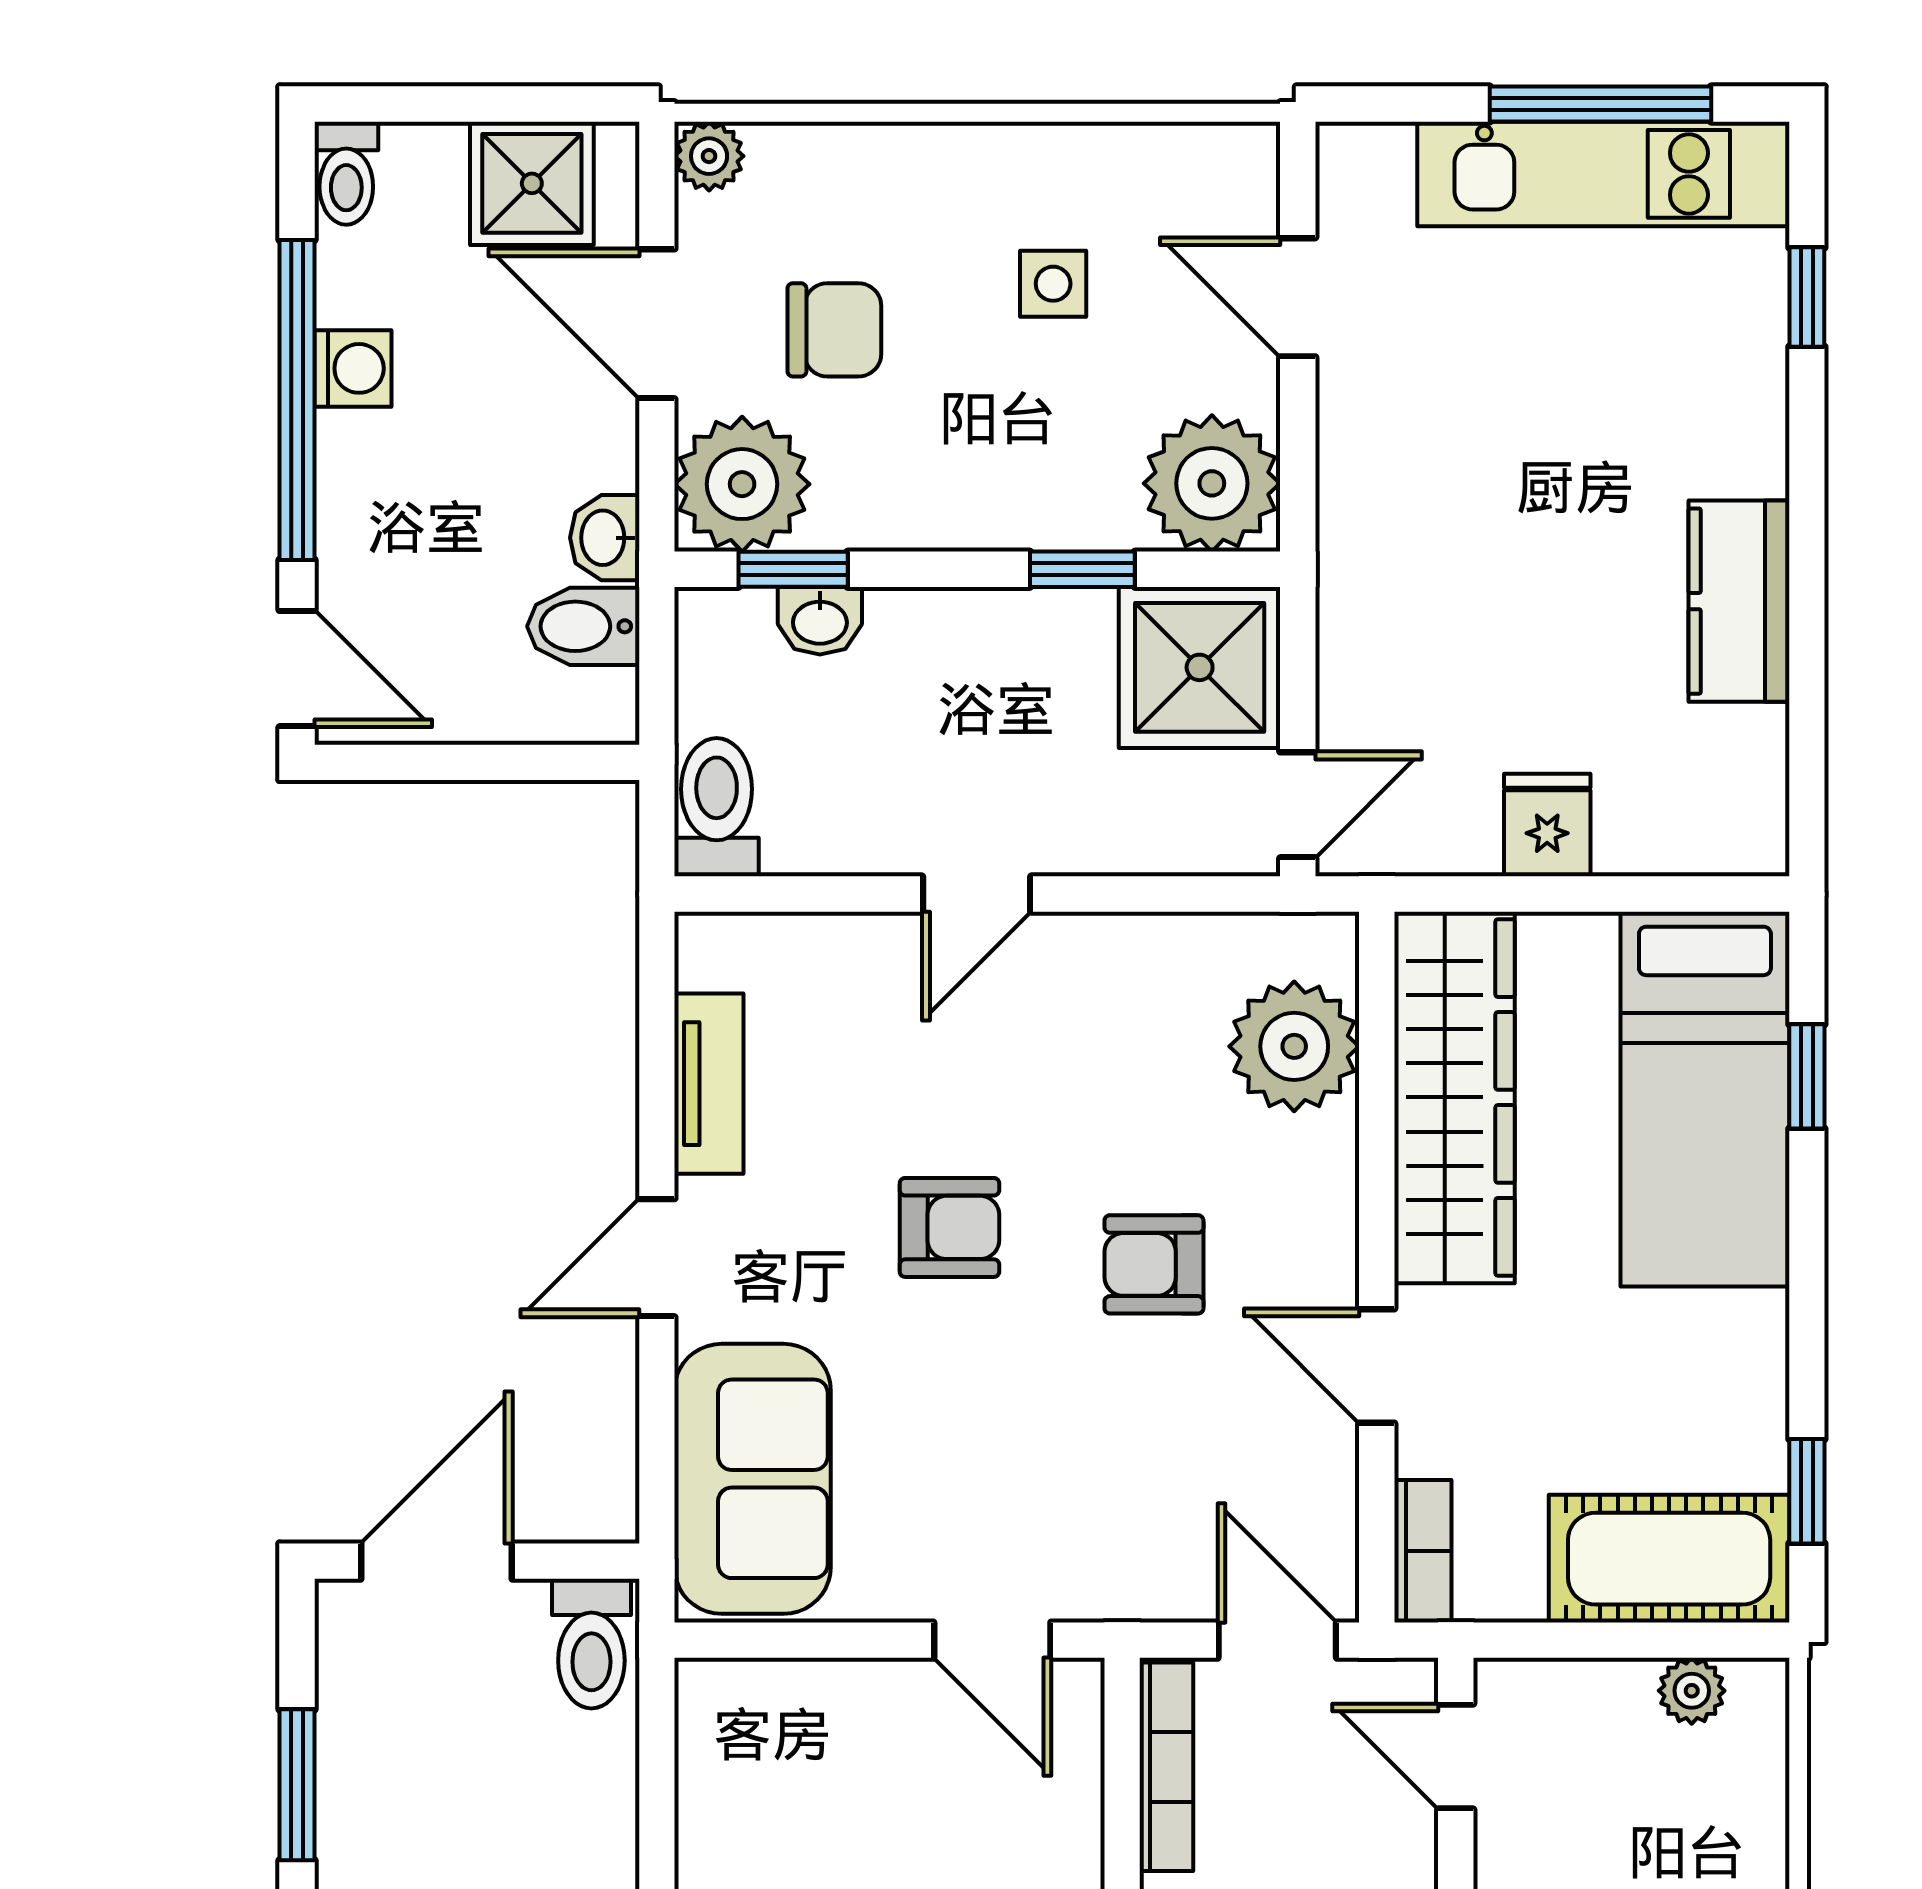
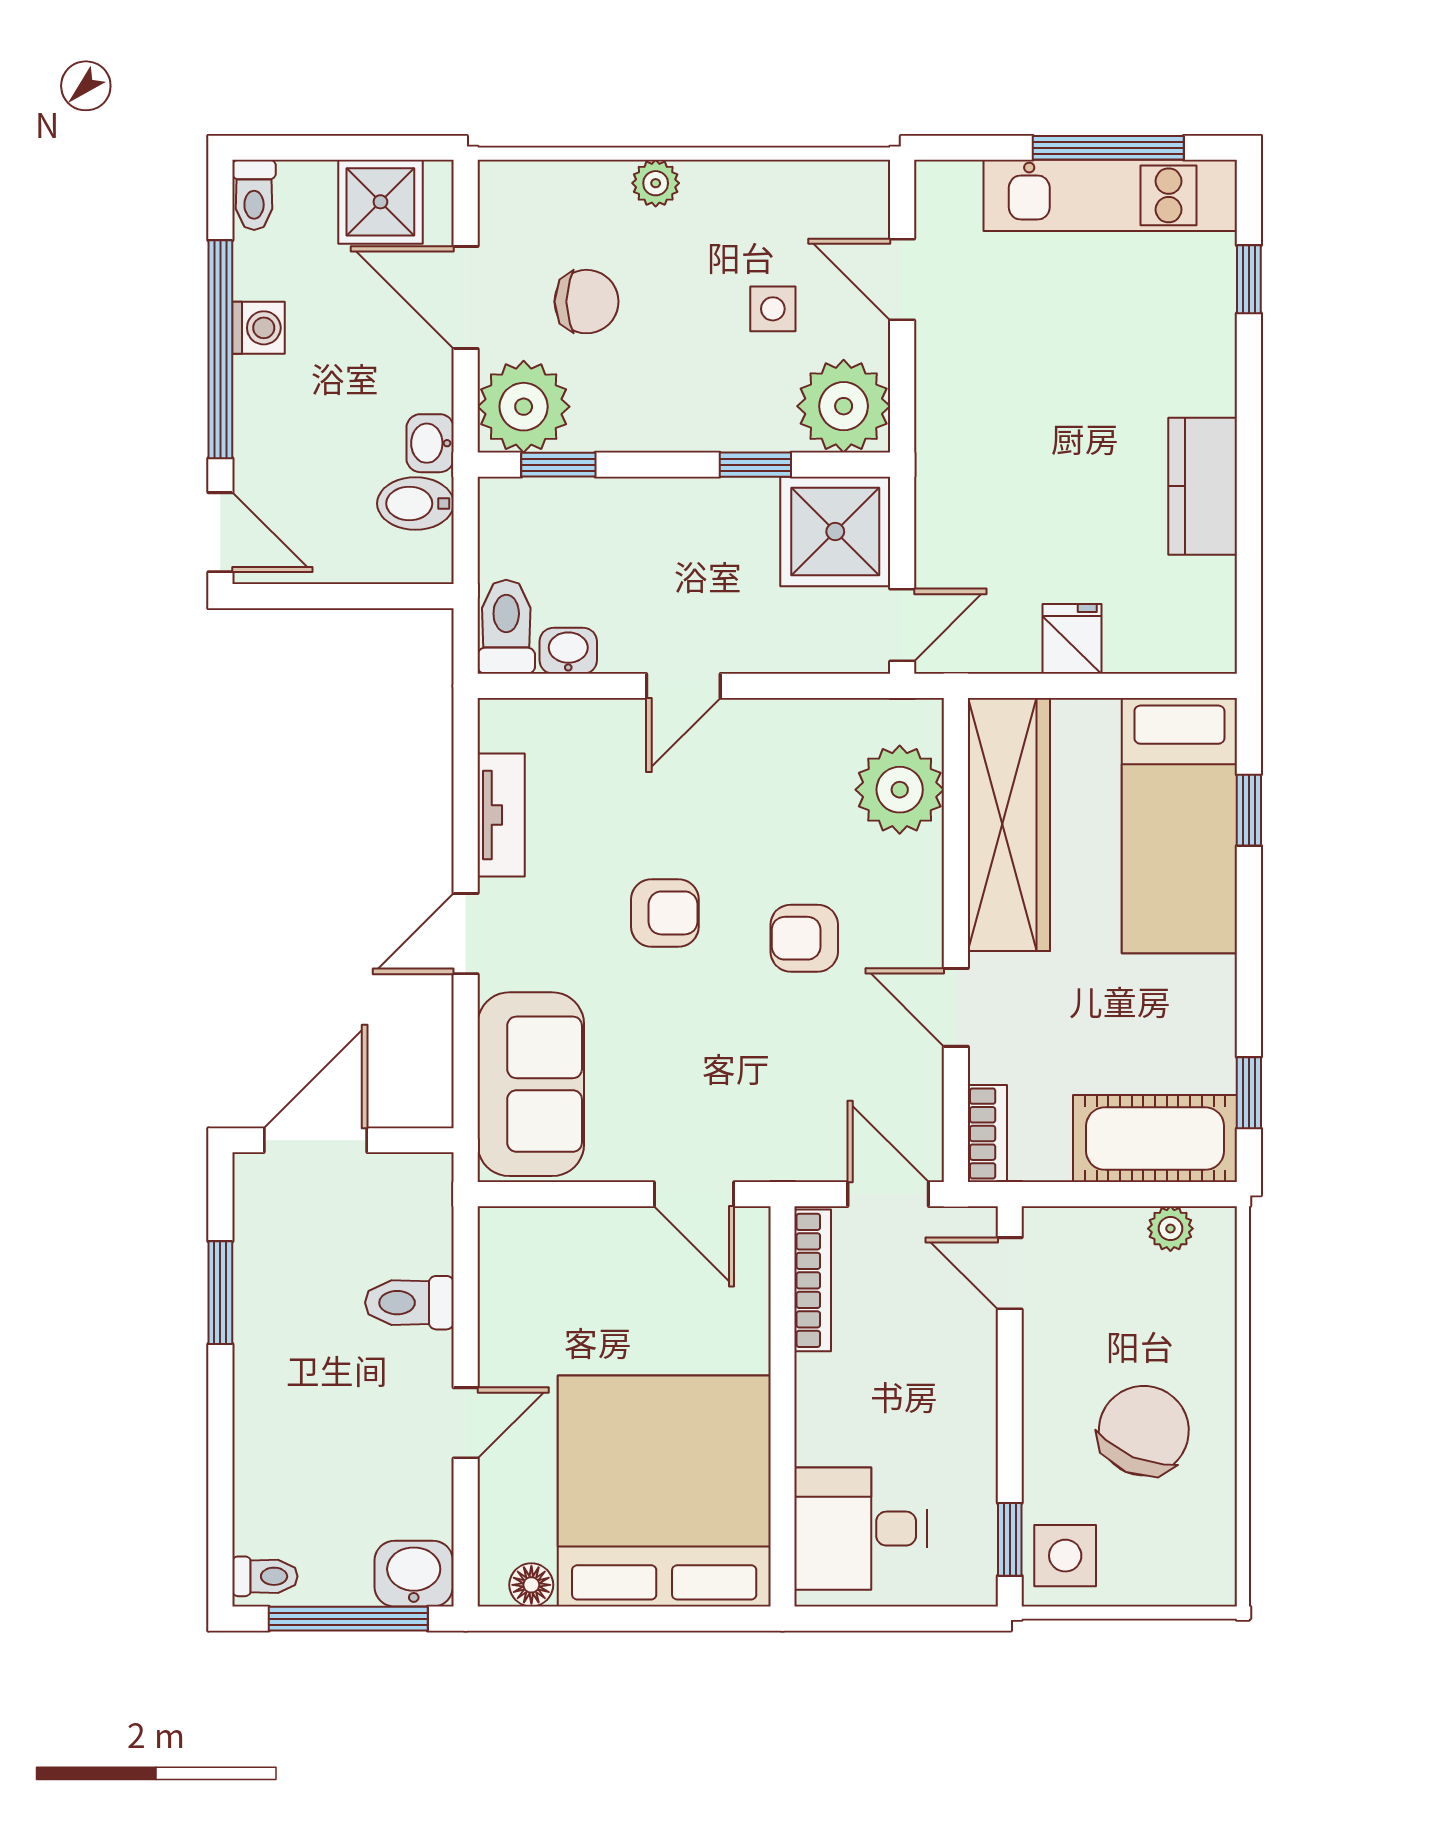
plant: (709, 156) -> (656, 183), moved
side table: (1053, 284) -> (773, 309), moved
washbasin: (820, 621) -> (568, 651), moved, turned 180
toilet: (591, 1644) -> (409, 1303), moved, turned 90

